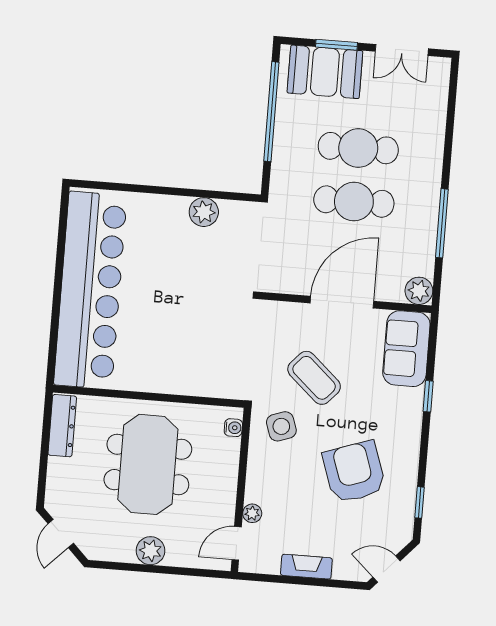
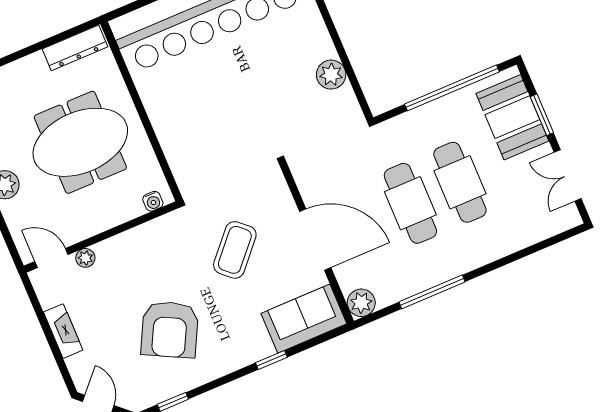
side table: (281, 426) -> (176, 243), removed
armchair: (354, 472) -> (170, 329), turned 136

